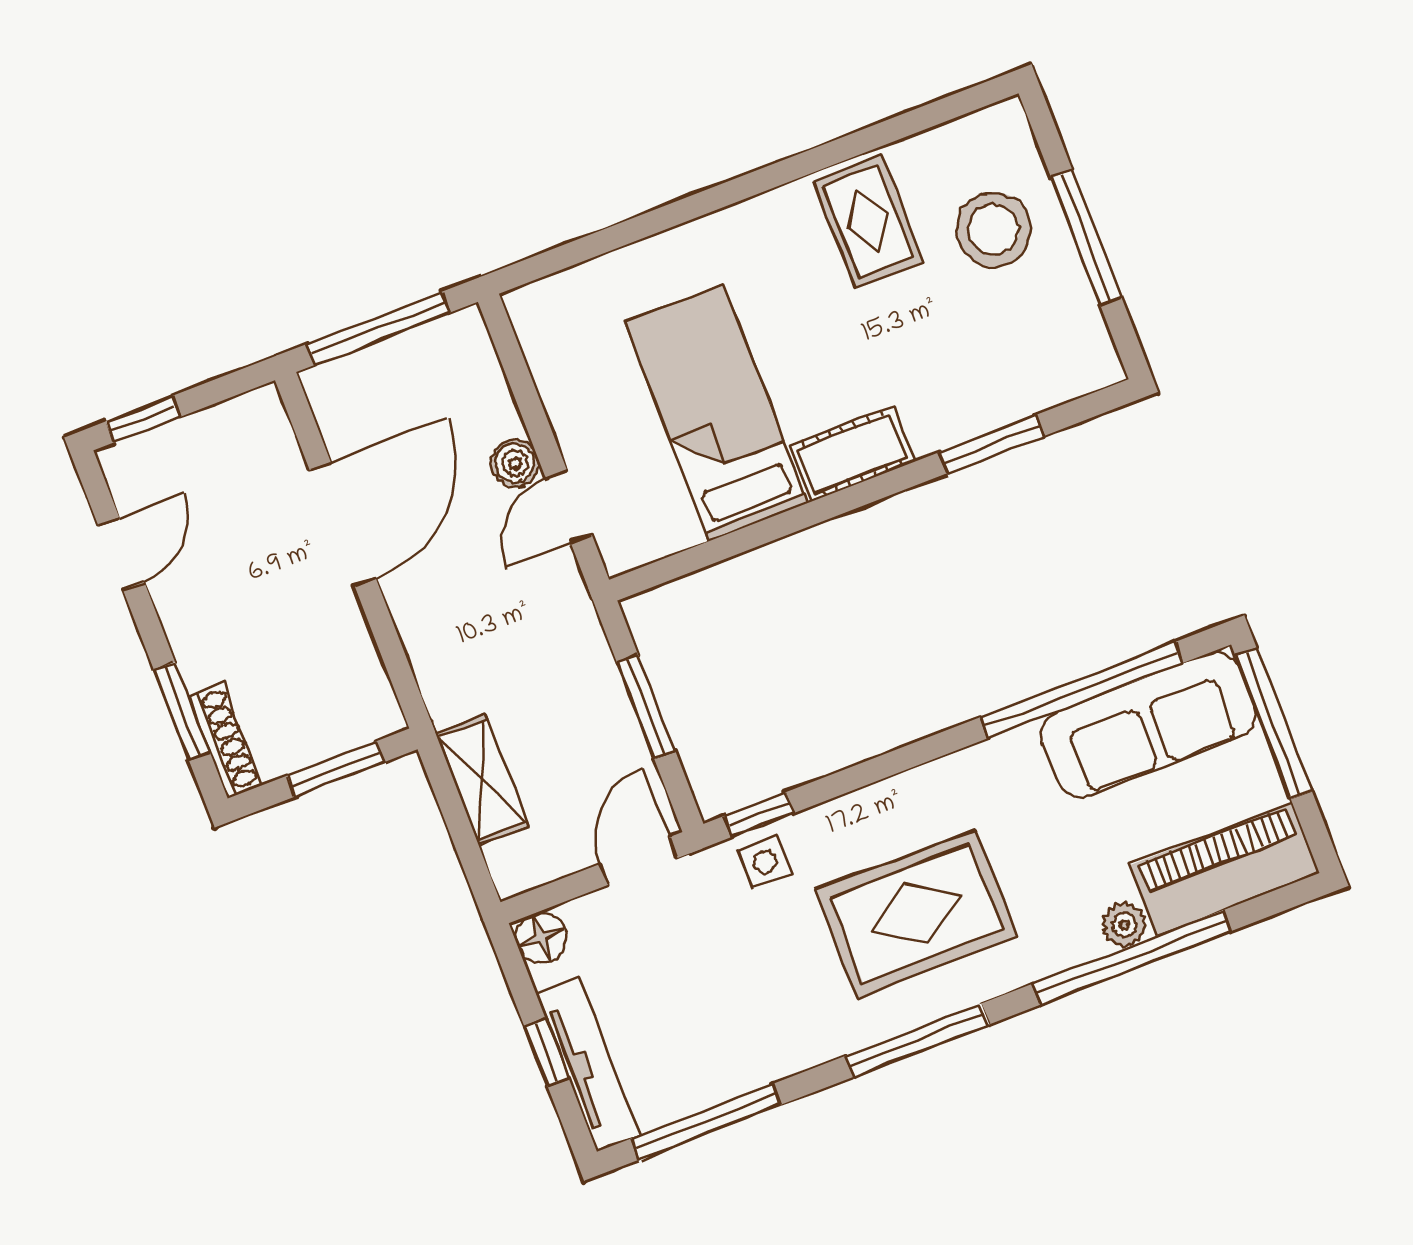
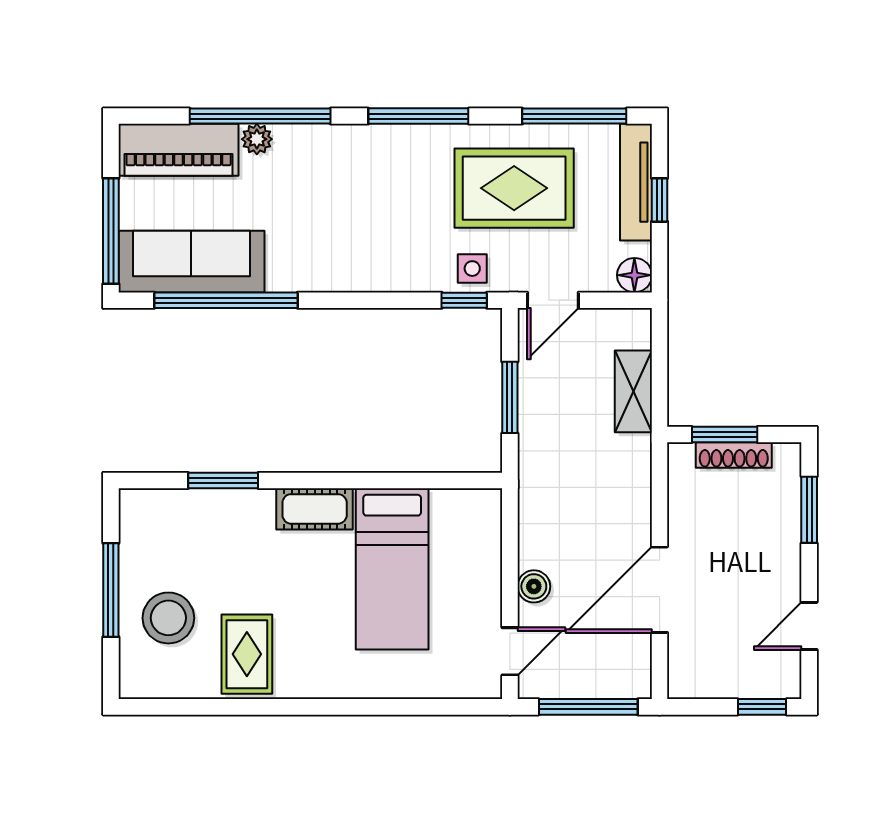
door: (569, 507) -> (510, 651), moved
shoe rack: (225, 741) -> (734, 455), moved, turned -90
rug: (916, 914) -> (514, 188), moved

